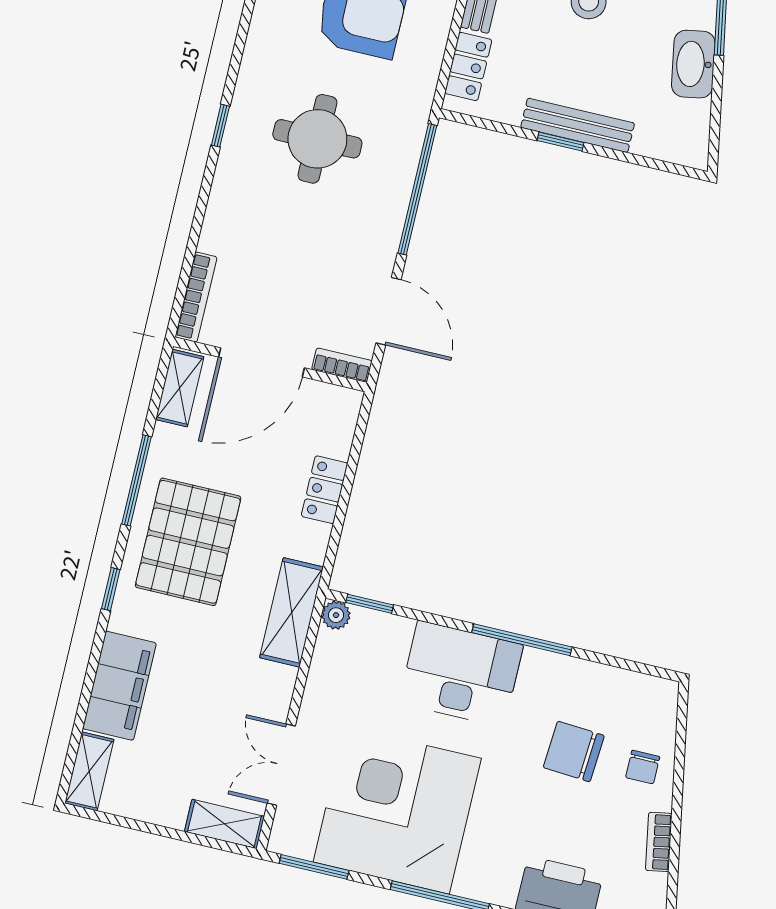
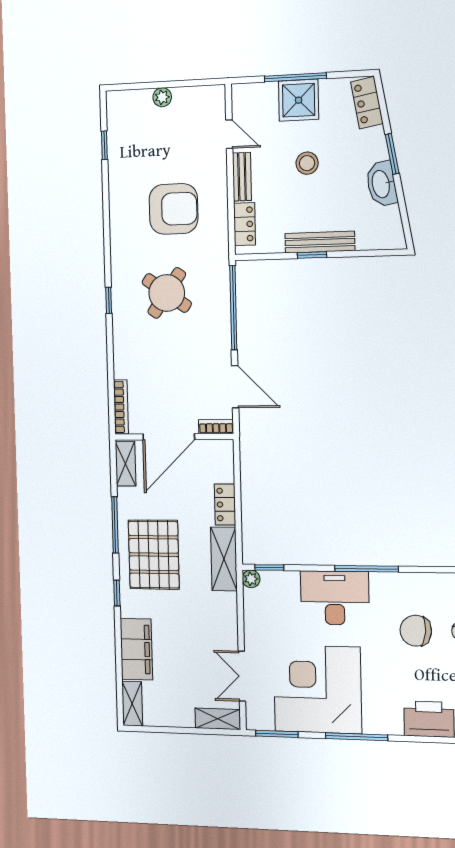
round table: (317, 139) -> (167, 293), turned 35
shelving: (292, 612) -> (224, 559), moved

